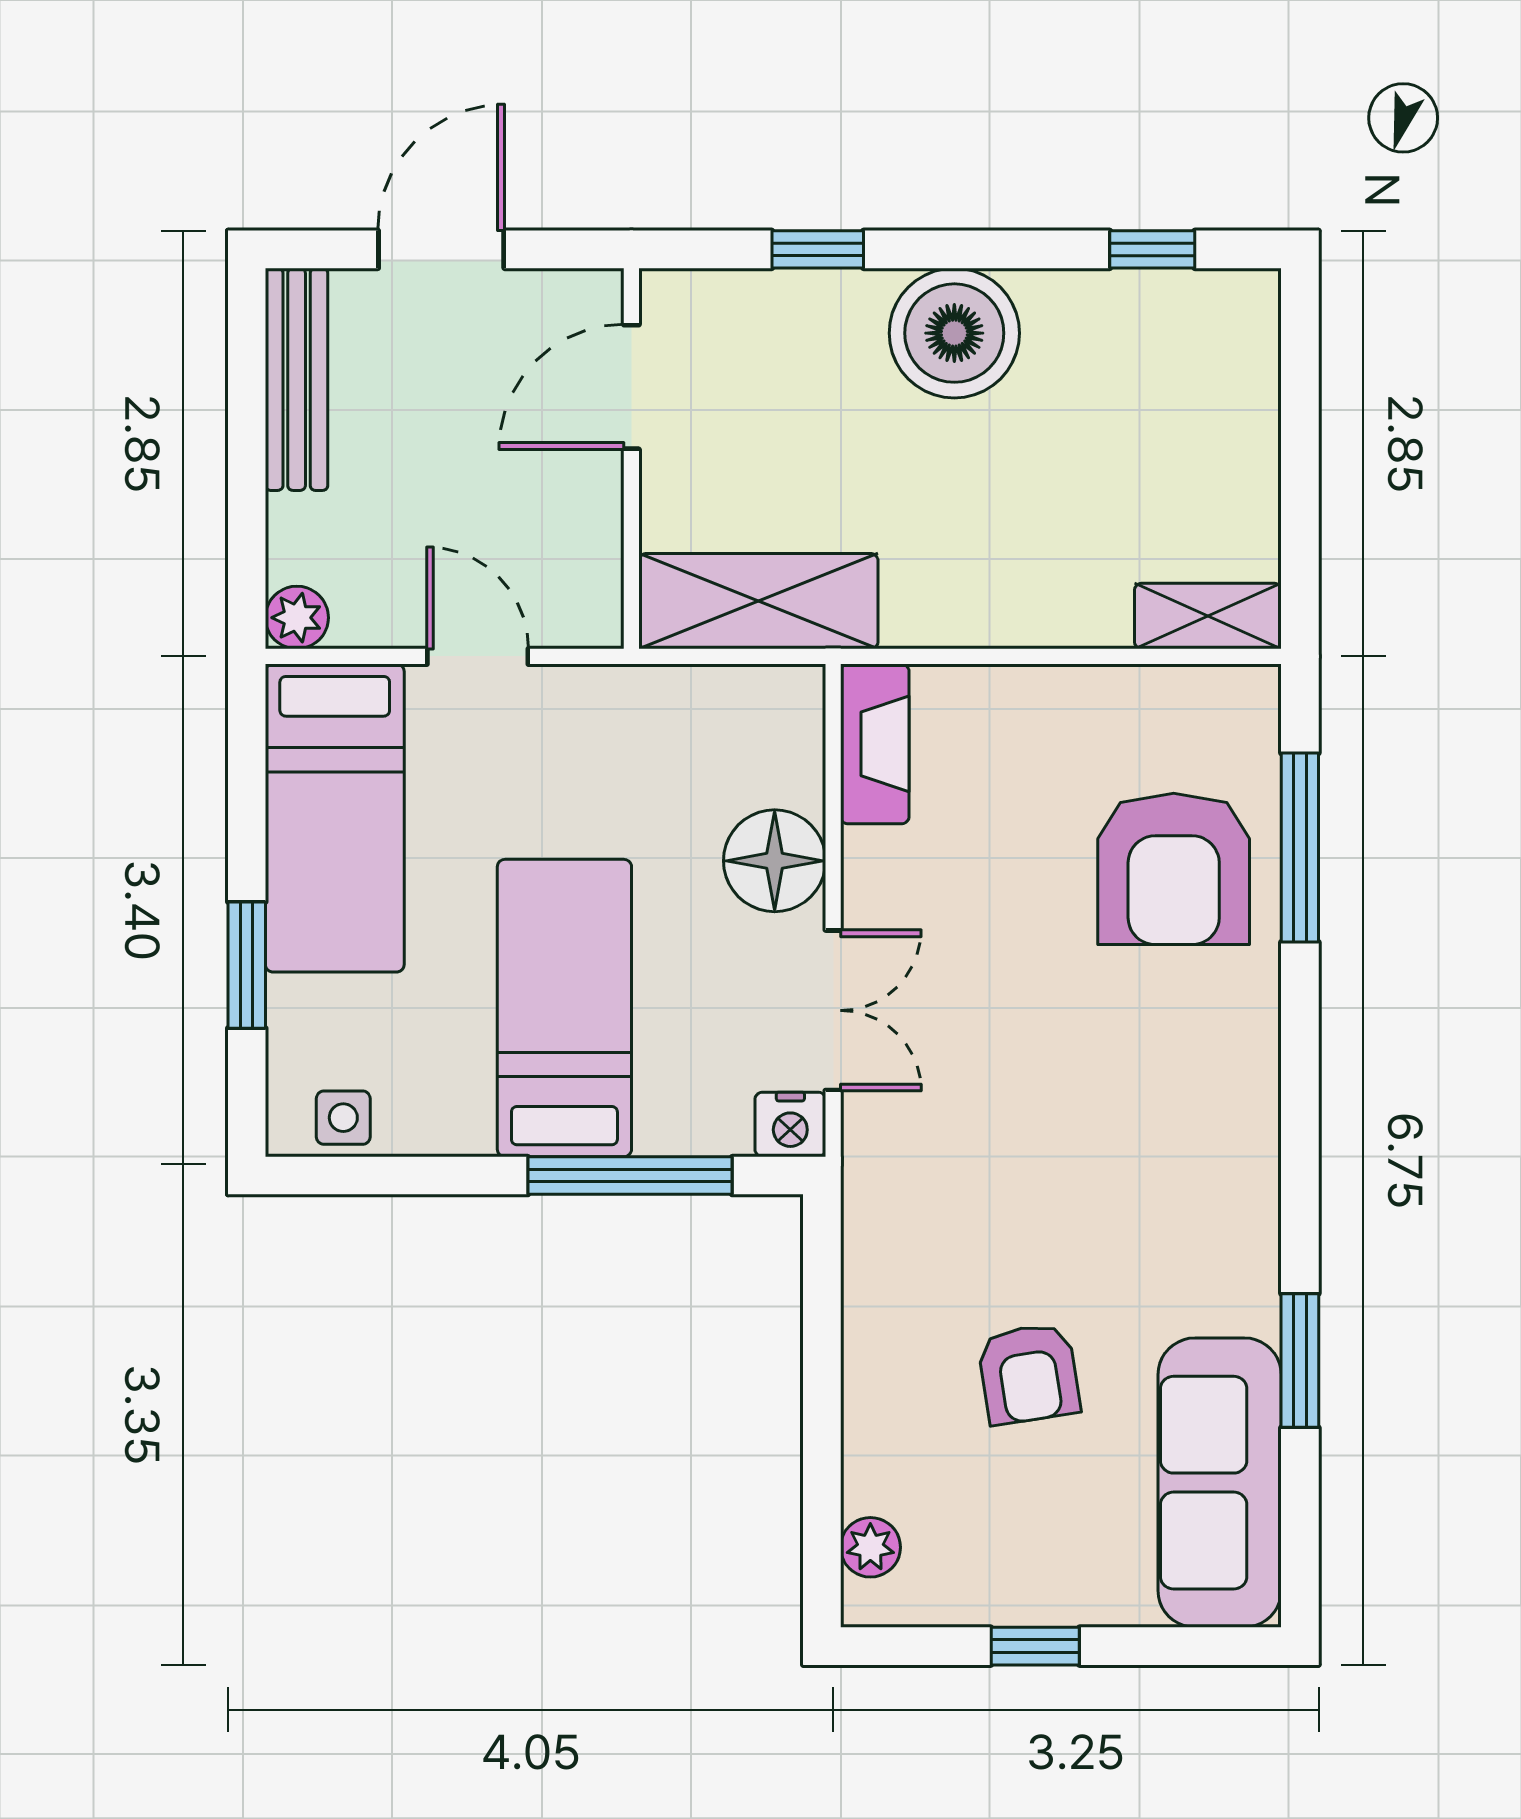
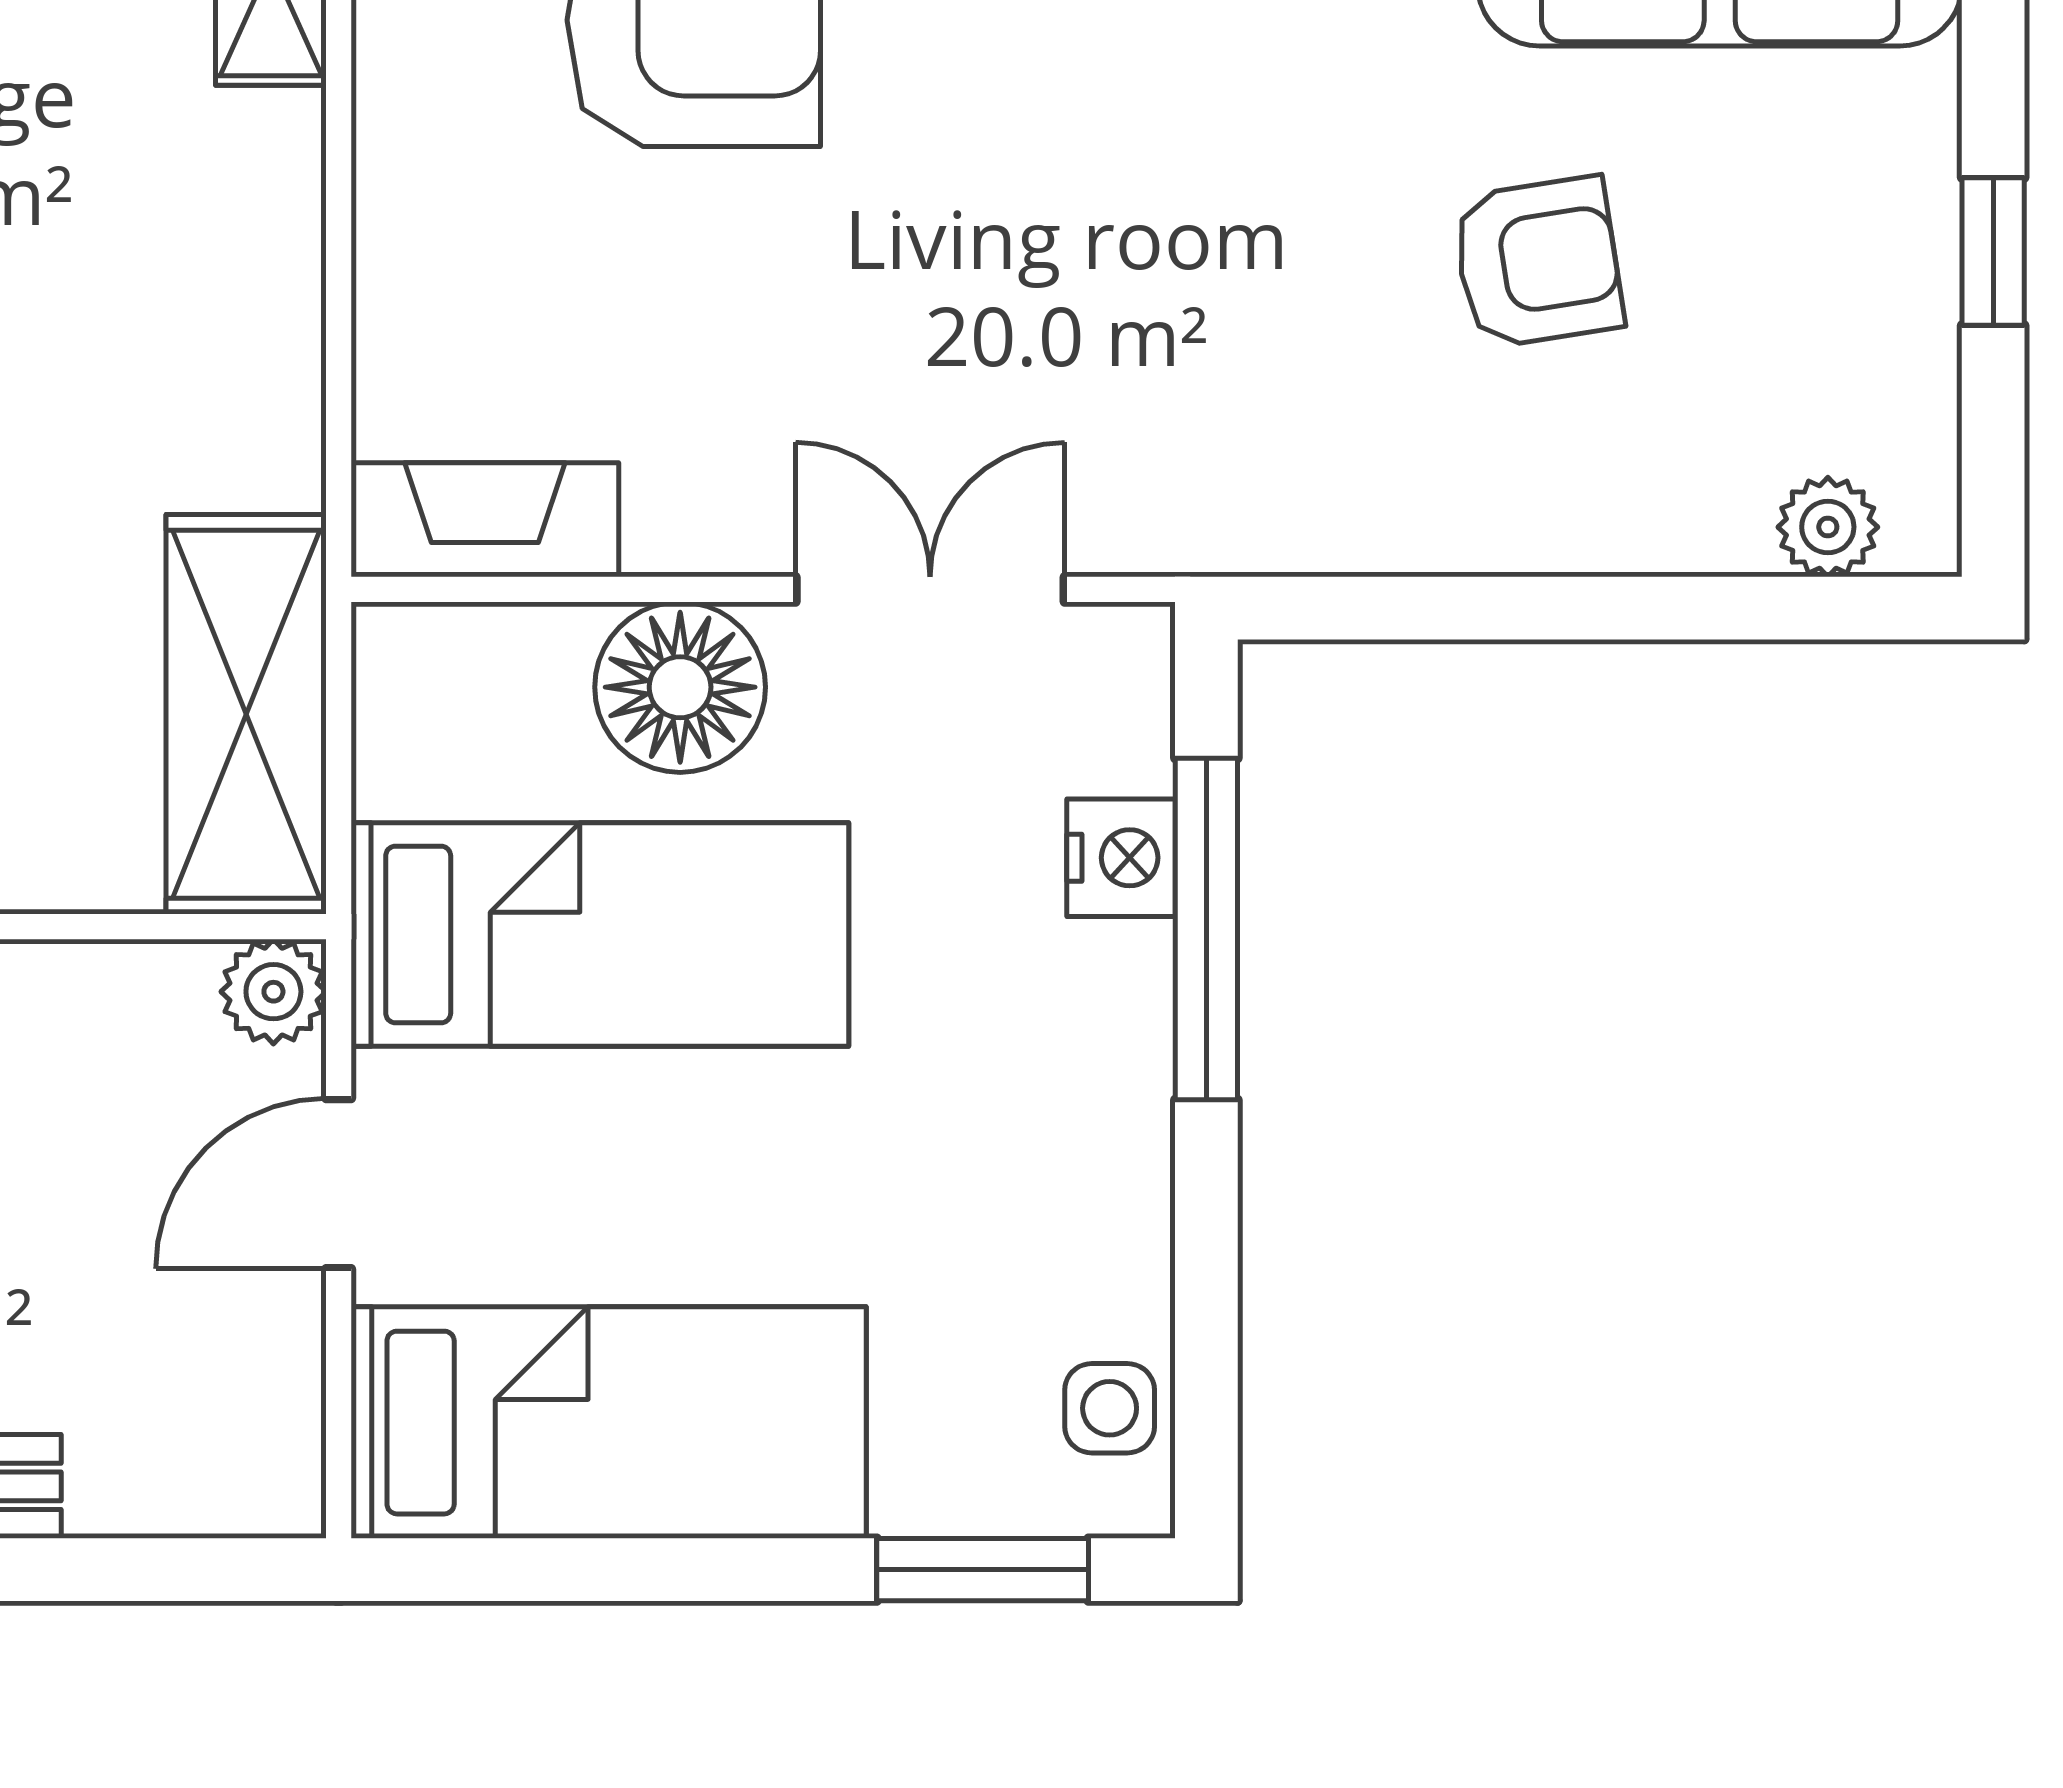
plant: (297, 618) -> (273, 992), moved
window: (247, 965) -> (983, 1570), moved
bed: (564, 1008) -> (600, 935), moved, turned 180
nightstand: (790, 1124) -> (1121, 858), moved

